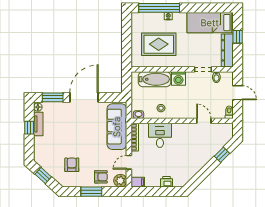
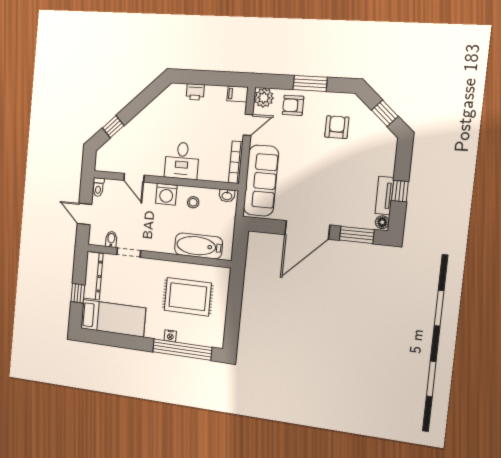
washing machine: (178, 79) -> (166, 194), moved, turned 180
desk: (160, 135) -> (182, 161), moved
armchair: (72, 165) -> (337, 127), turned 180

